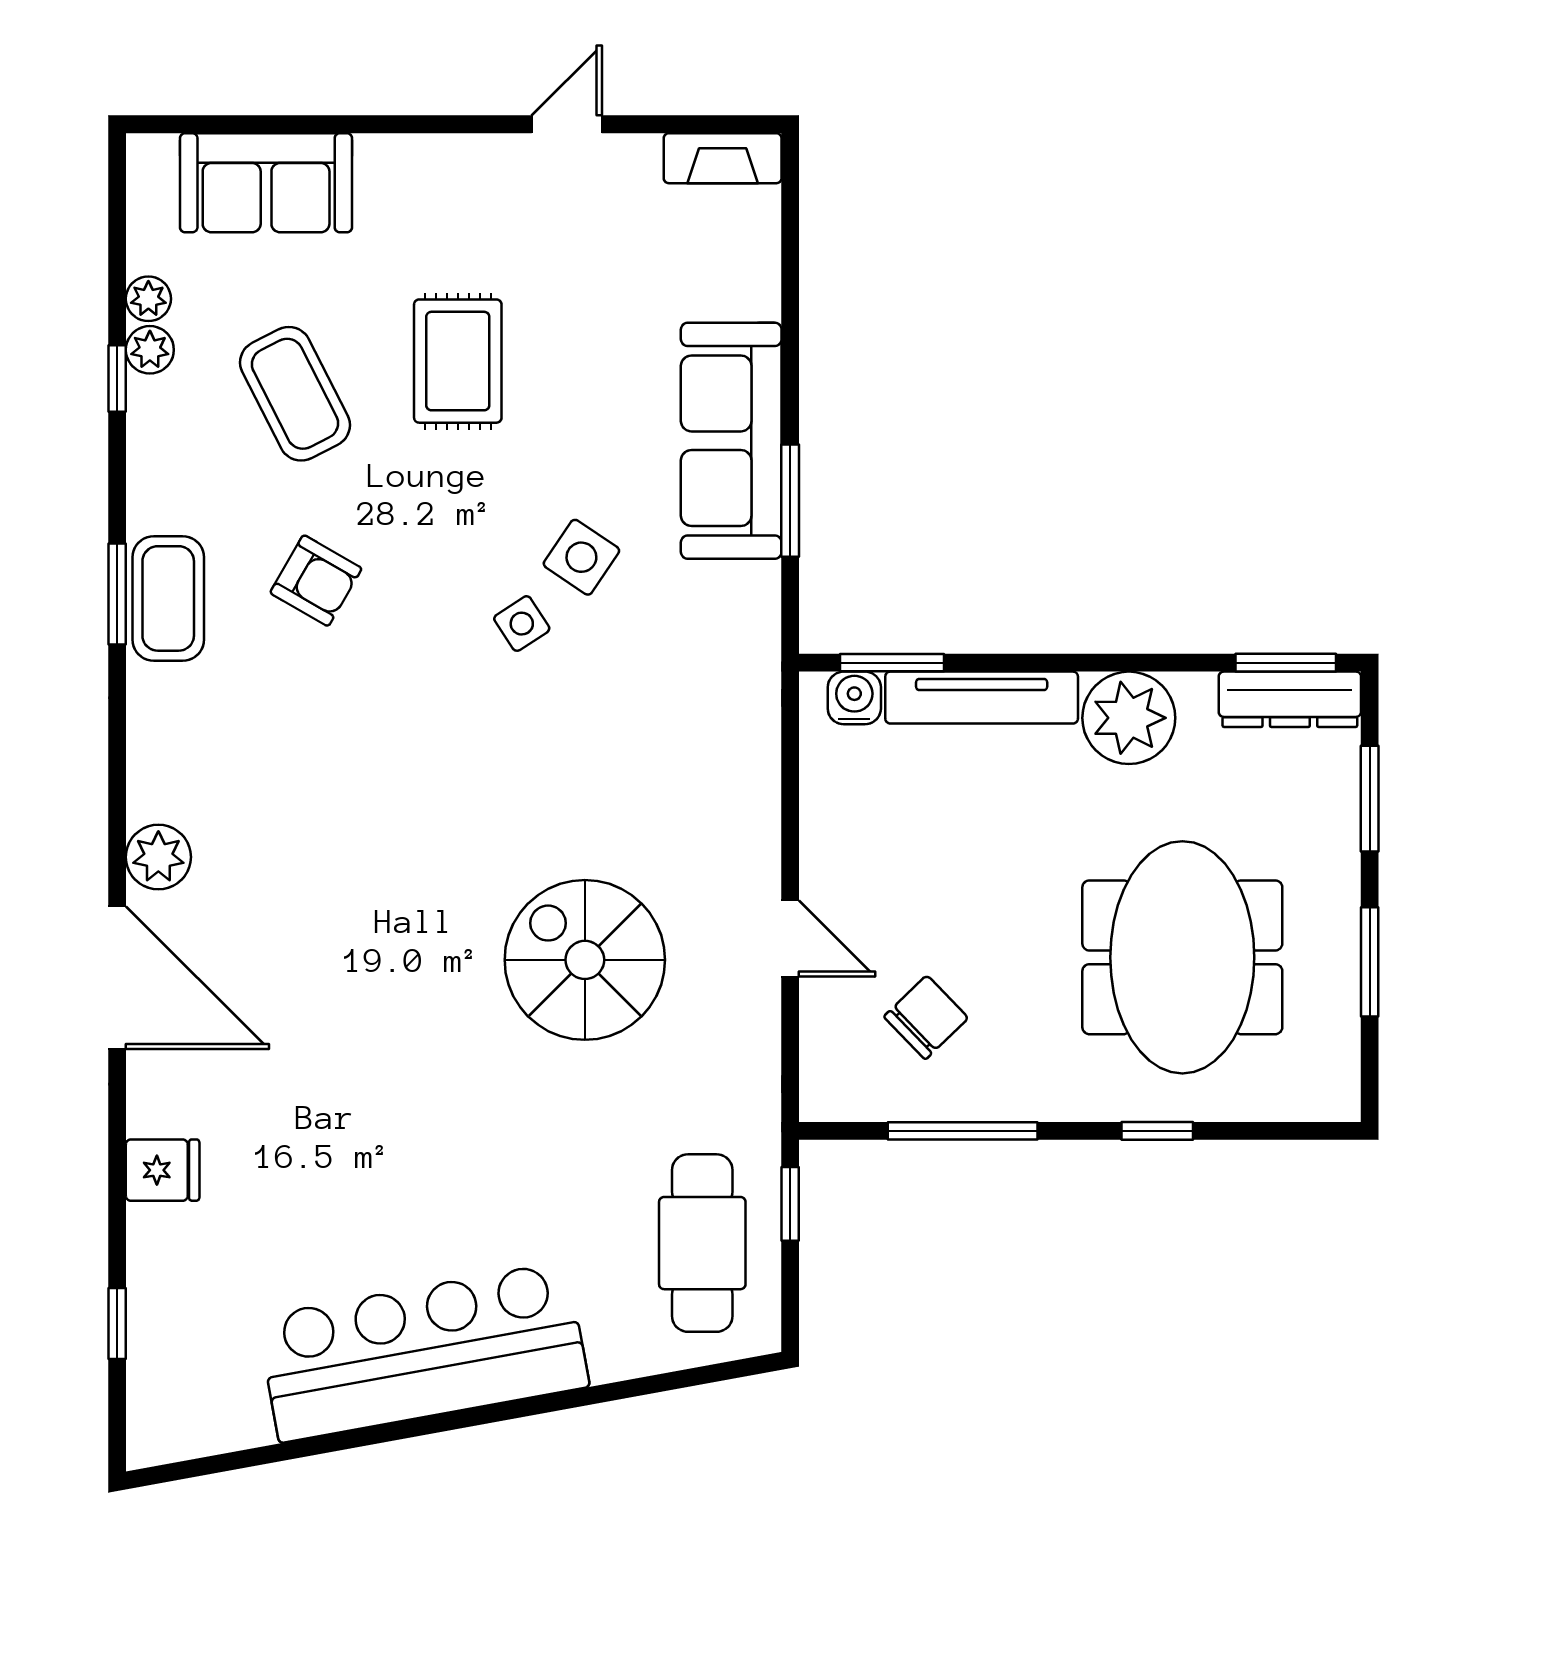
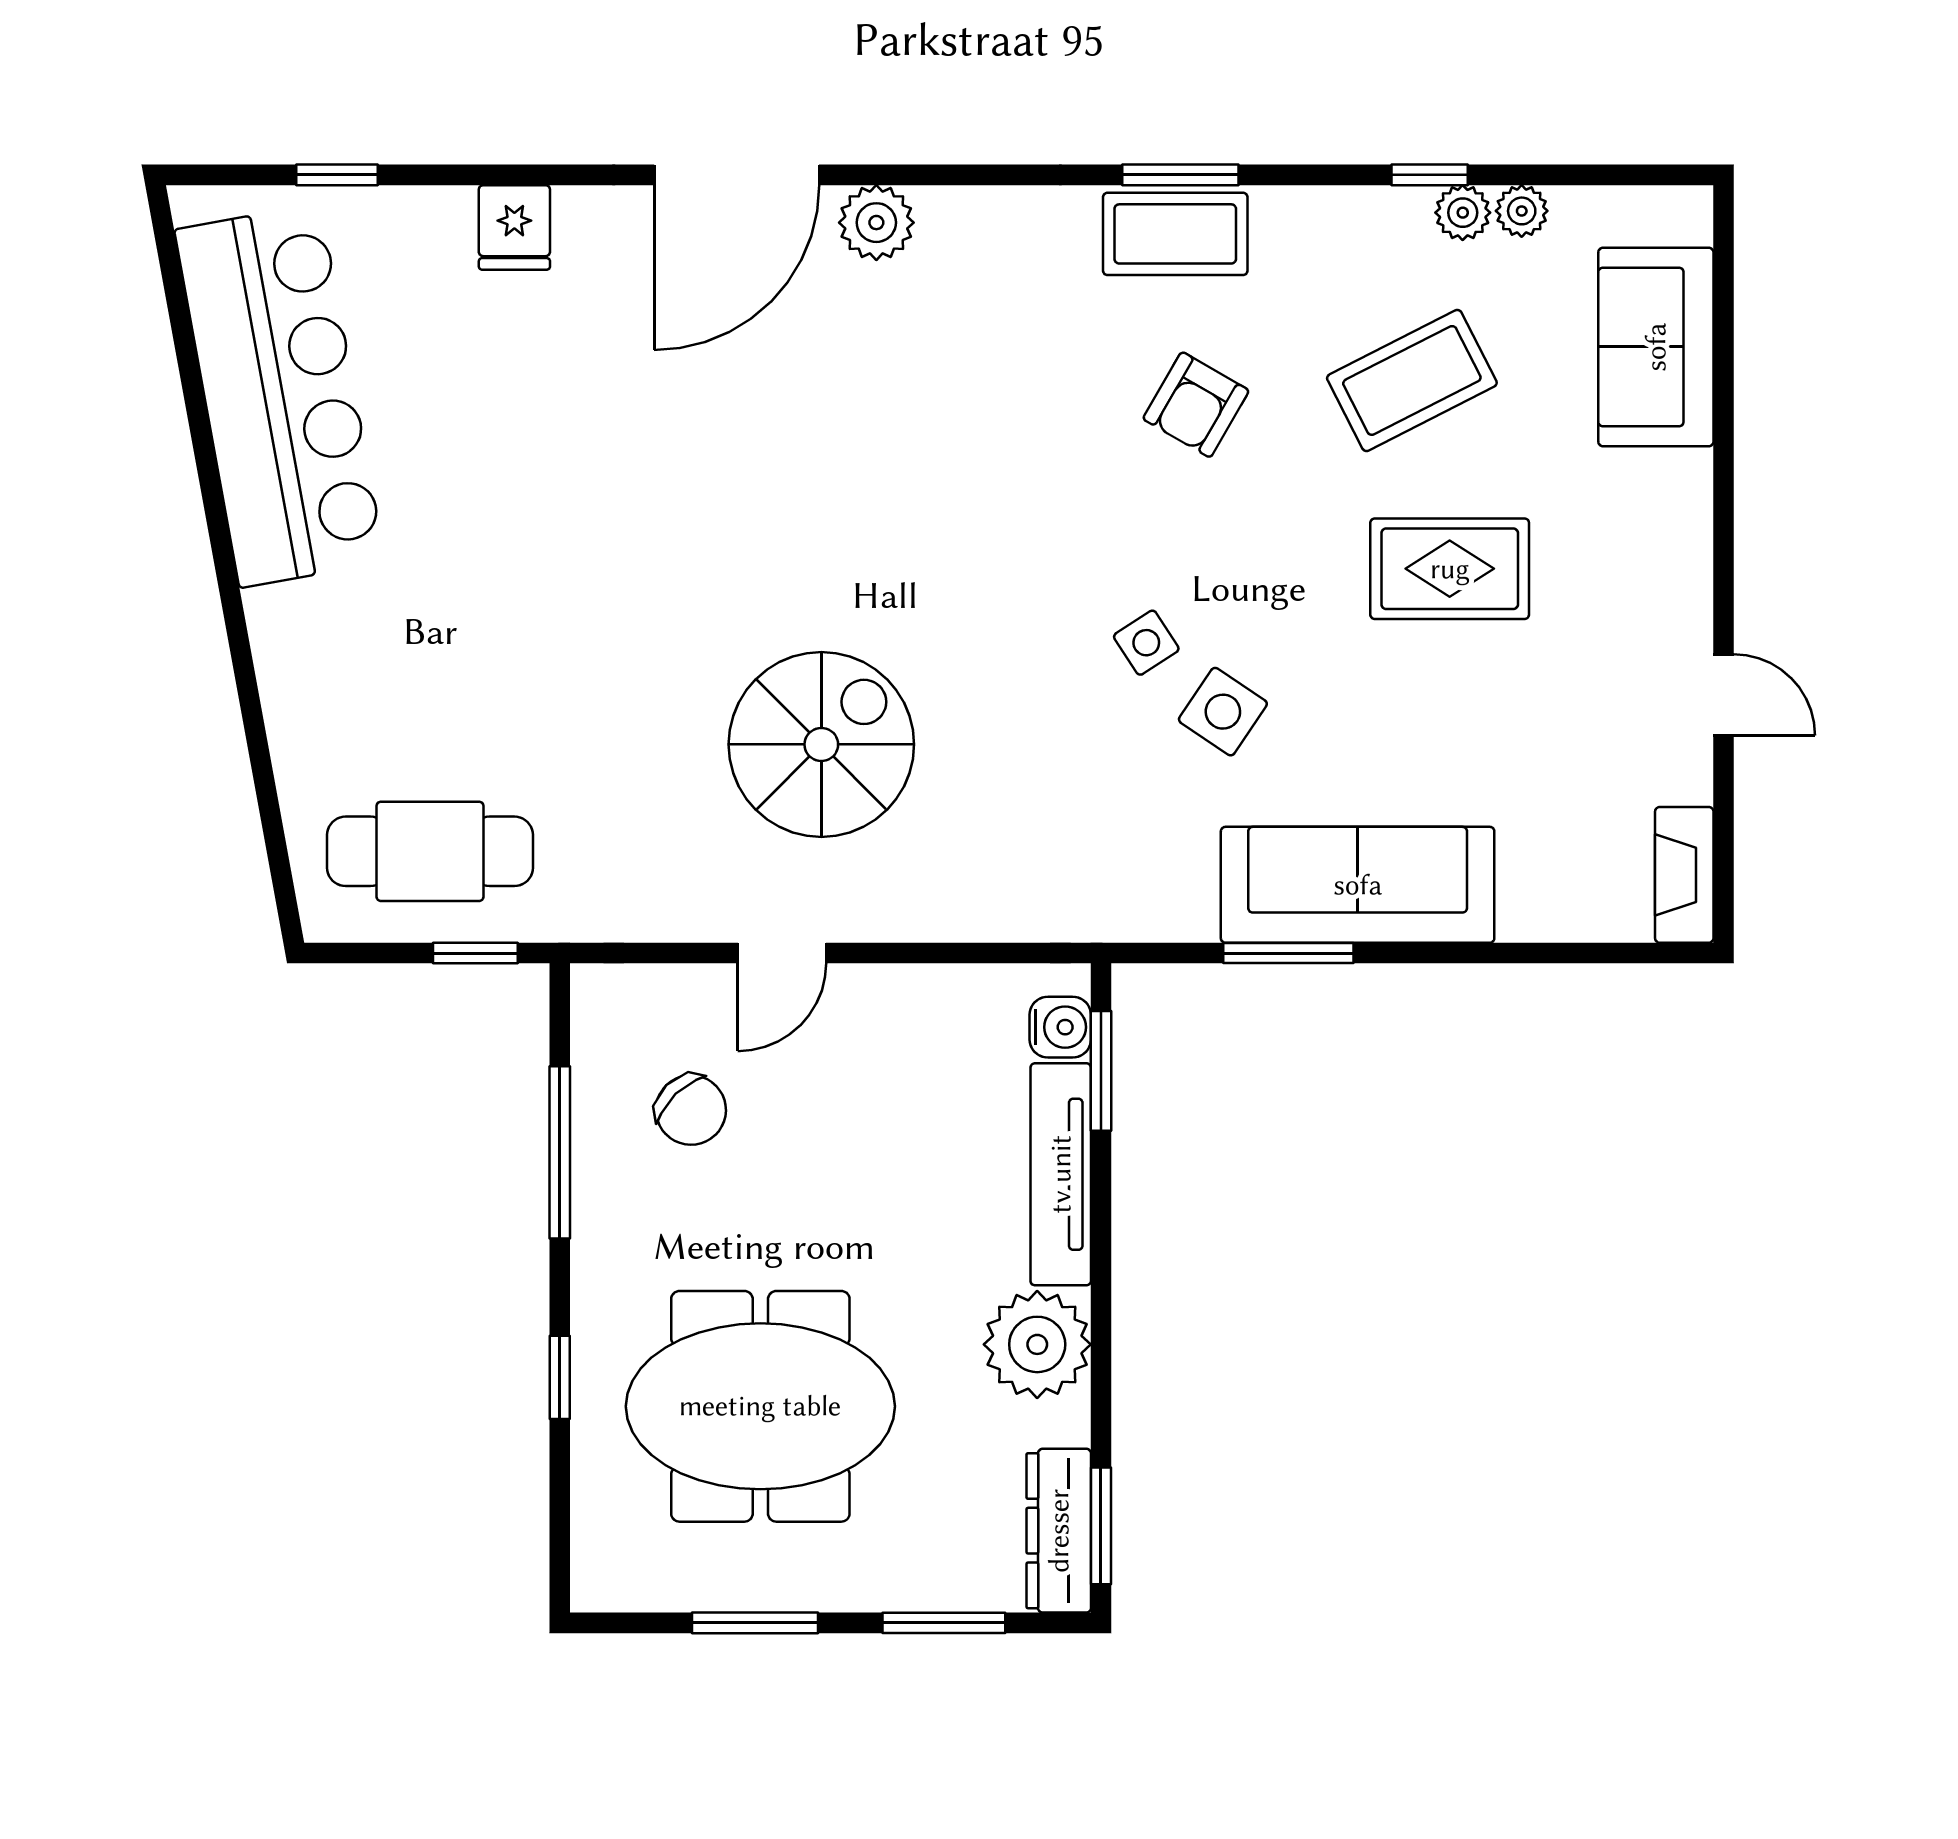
spiral stairs: (585, 960) -> (821, 744), moved
bar counter: (423, 1352) -> (280, 396), moved

